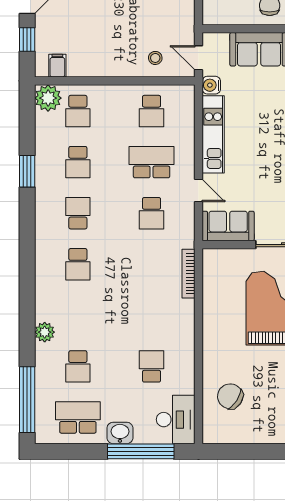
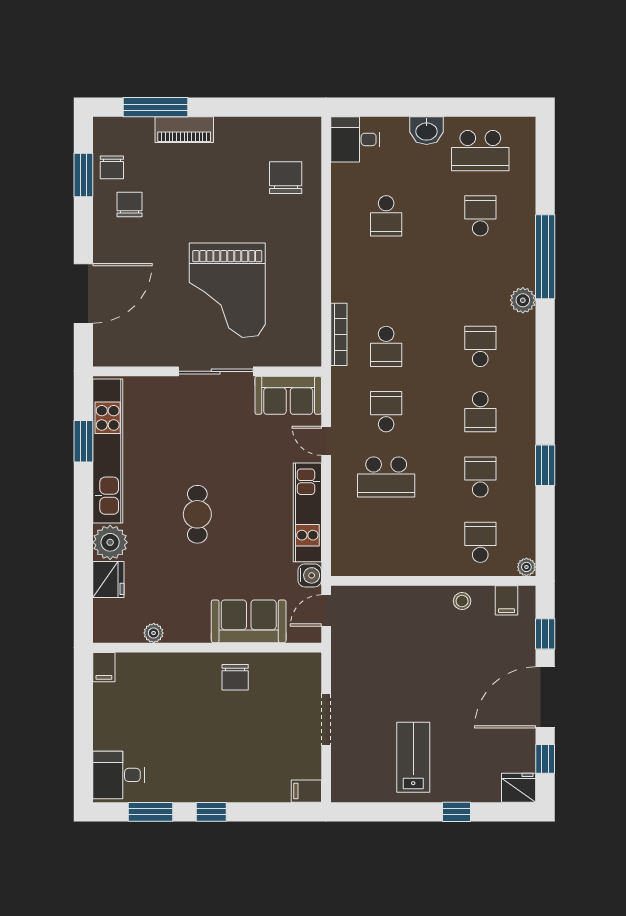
stool: (155, 58) -> (462, 601), moved
door: (198, 58) -> (326, 610), swing flipped
plant: (48, 98) -> (526, 567), width x0.53, depth x0.53
school desk: (152, 111) -> (386, 346), moved, turned 180
plant: (45, 332) -> (523, 300), moved
chair: (230, 396) -> (286, 178), turned -123
window: (27, 400) -> (545, 257), moved
desk: (176, 420) -> (355, 139), width x0.73
window: (141, 451) -> (400, 107), removed

